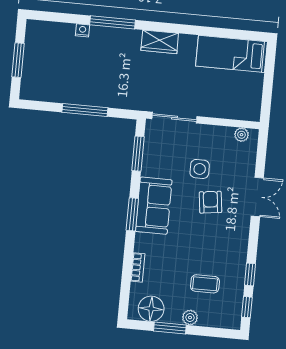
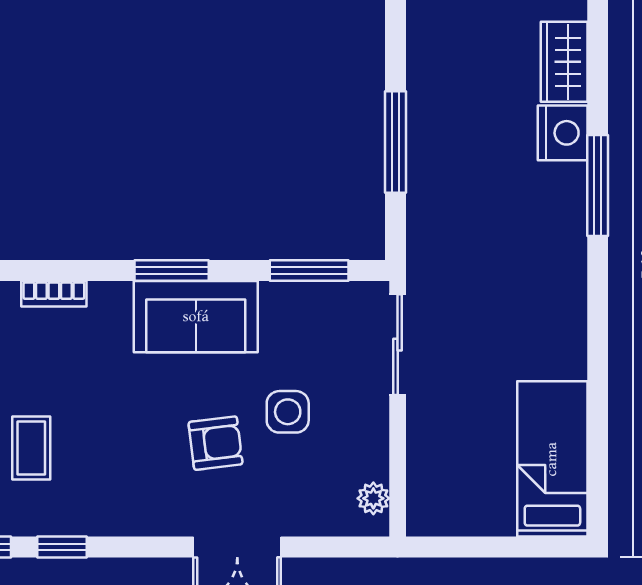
nightstand: (82, 30) -> (563, 133), width x1.89, depth x1.79
wardrobe: (160, 42) -> (564, 62), moved

